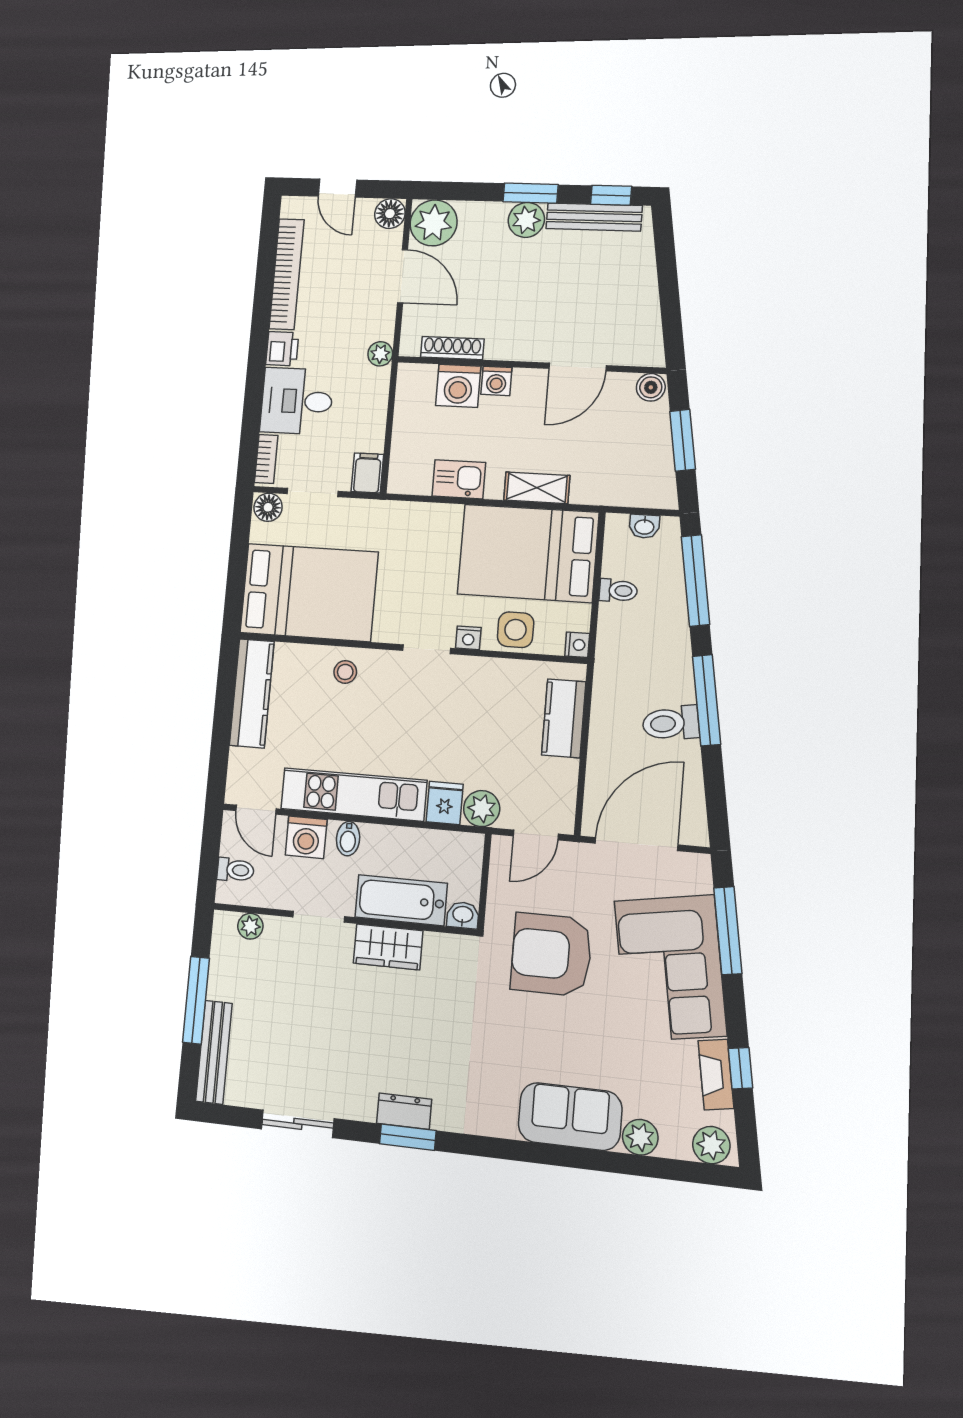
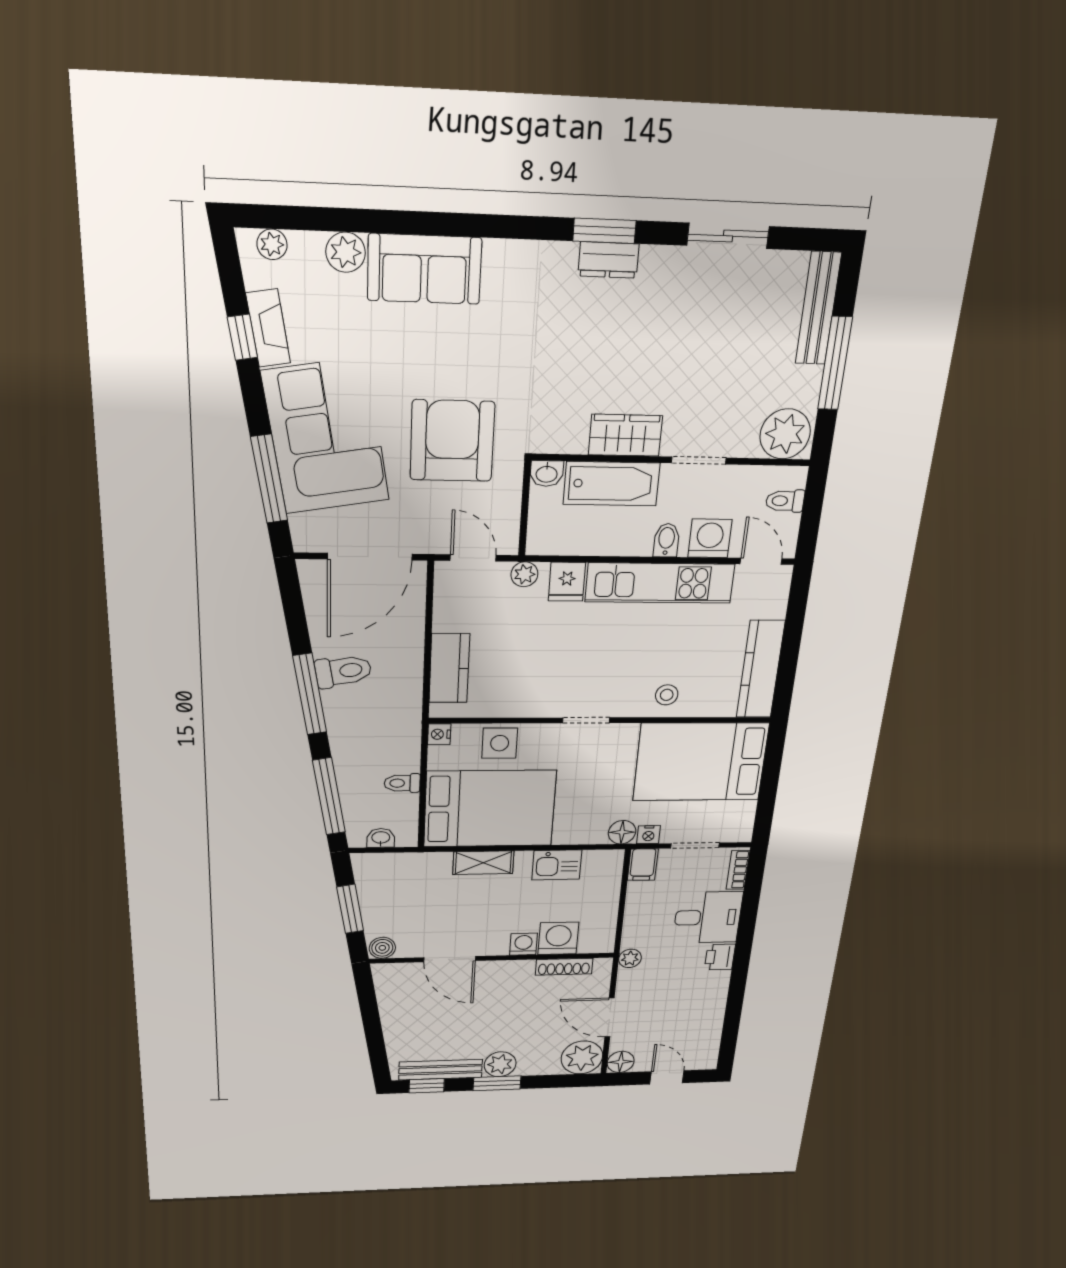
bookcase: (287, 274) -> (714, 1013), removed
door: (578, 367) -> (450, 959), swing flipped
floor lamp: (268, 507) -> (622, 832), moved
nightstand: (468, 638) -> (649, 835), moved, turned 180
plant: (482, 809) -> (524, 574), width x0.73, depth x0.73
door: (536, 835) -> (473, 558), hinge flipped
plant: (250, 926) -> (785, 434), width x1.87, depth x1.87
armchair: (551, 954) -> (452, 441), turned -90
plant: (711, 1145) -> (272, 244), width x0.73, depth x0.73

